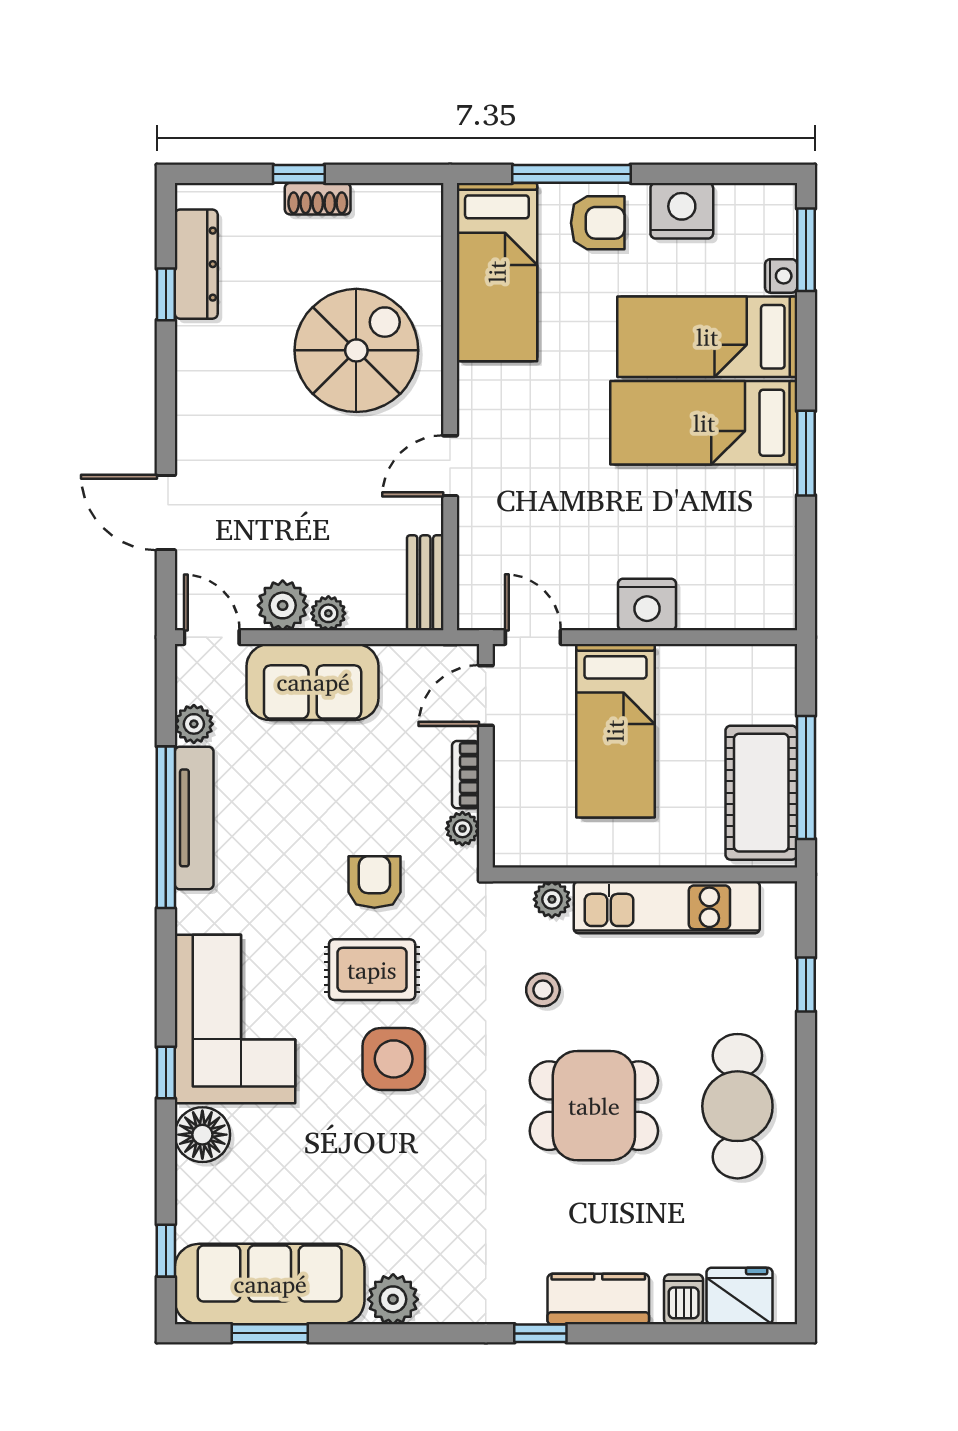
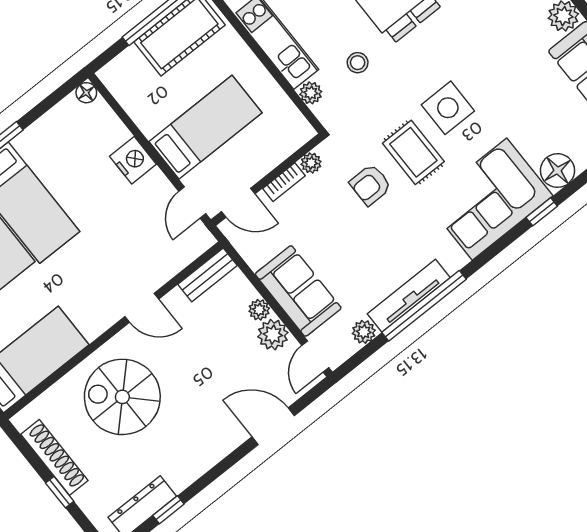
shoe rack: (318, 199) -> (54, 457), width x1.94, depth x1.24
door: (166, 513) -> (273, 426), swing flipped
floor lamp: (780, 614) -> (86, 93), added

